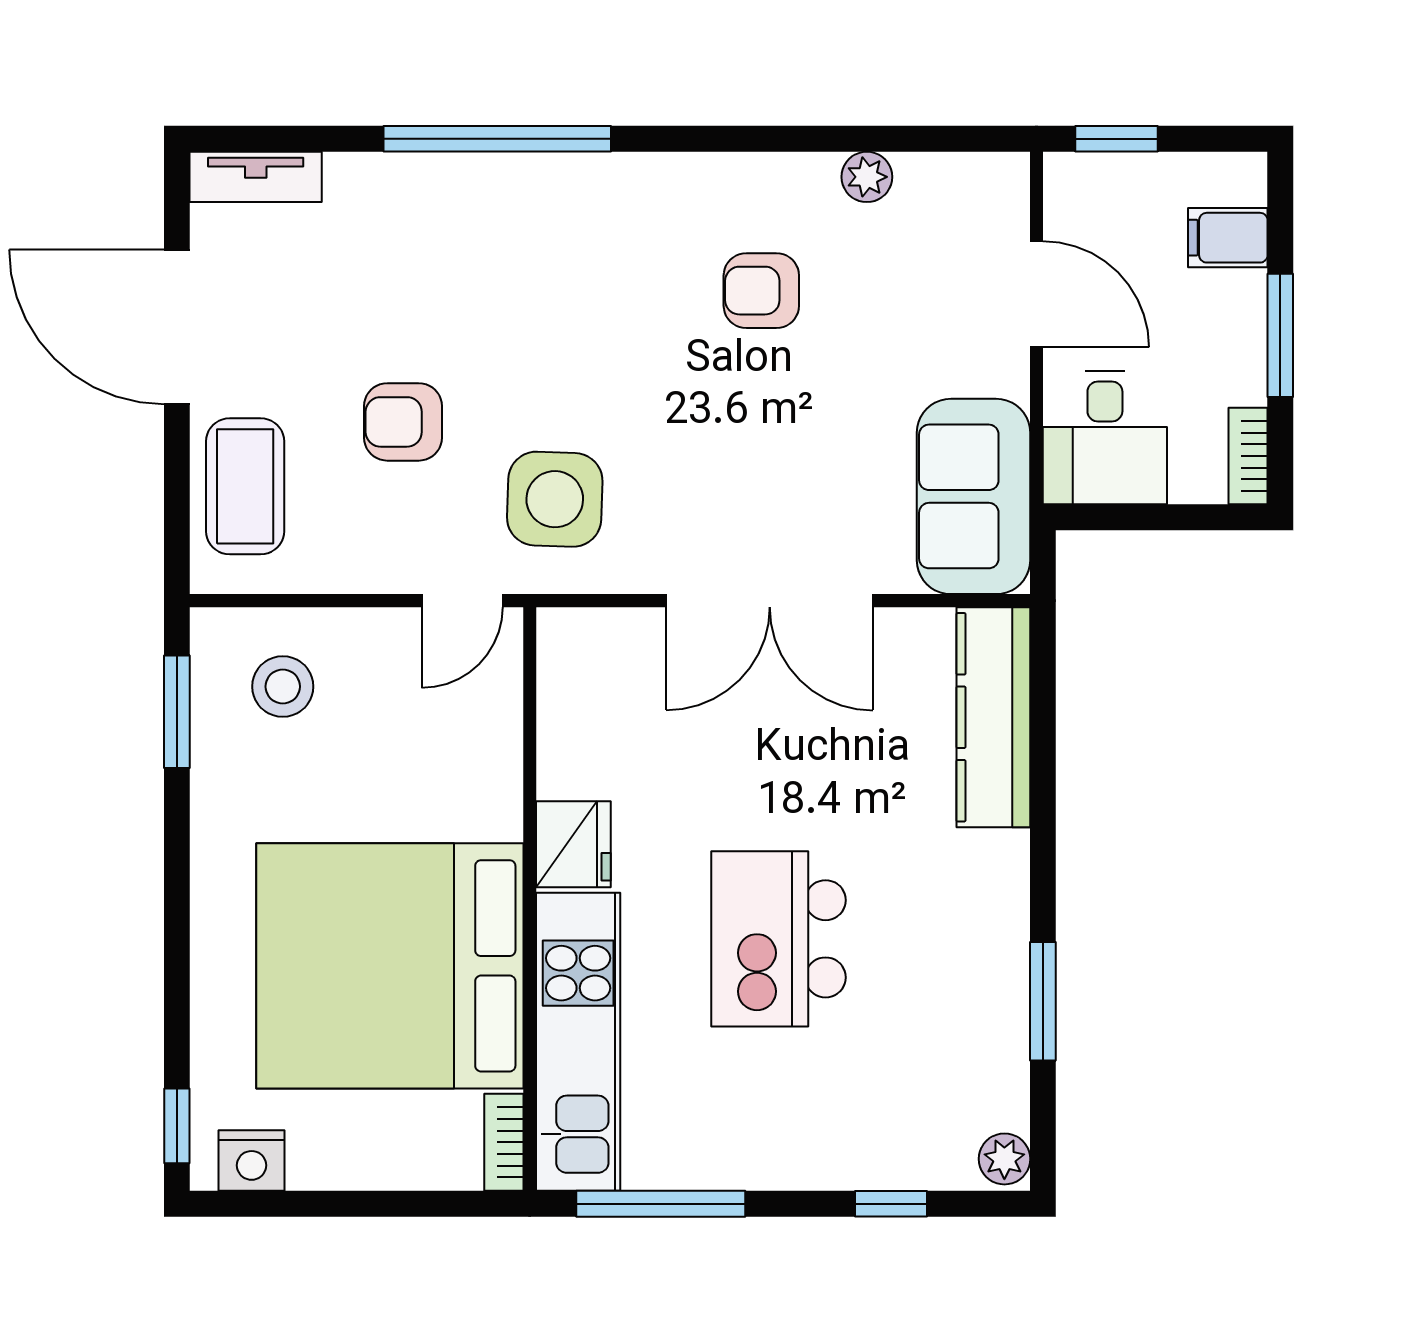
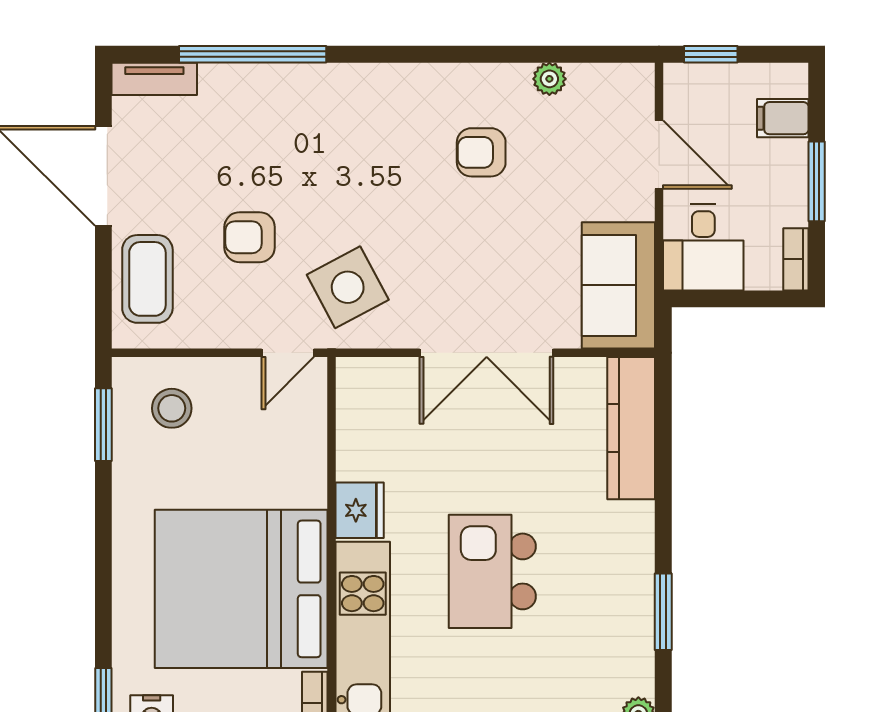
window: (497, 139) -> (253, 54), moved
side table: (555, 499) -> (348, 287), turned -30

